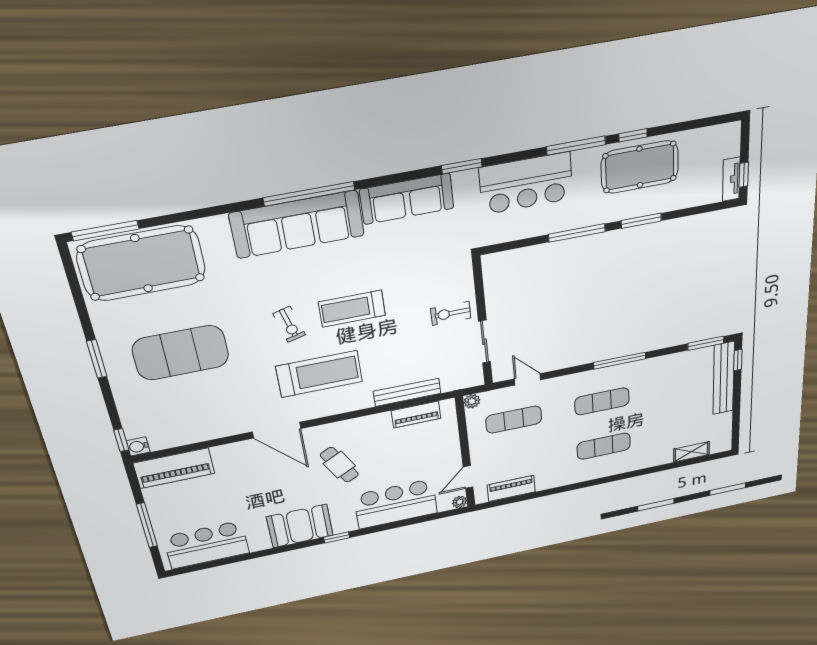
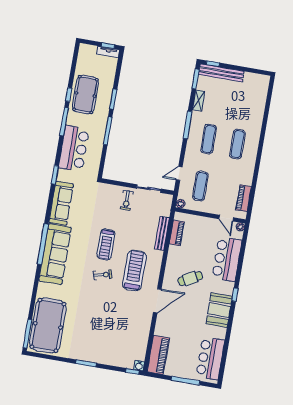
exercise mat: (181, 353) -> (98, 327), removed
shelving: (691, 452) -> (199, 100), moved

